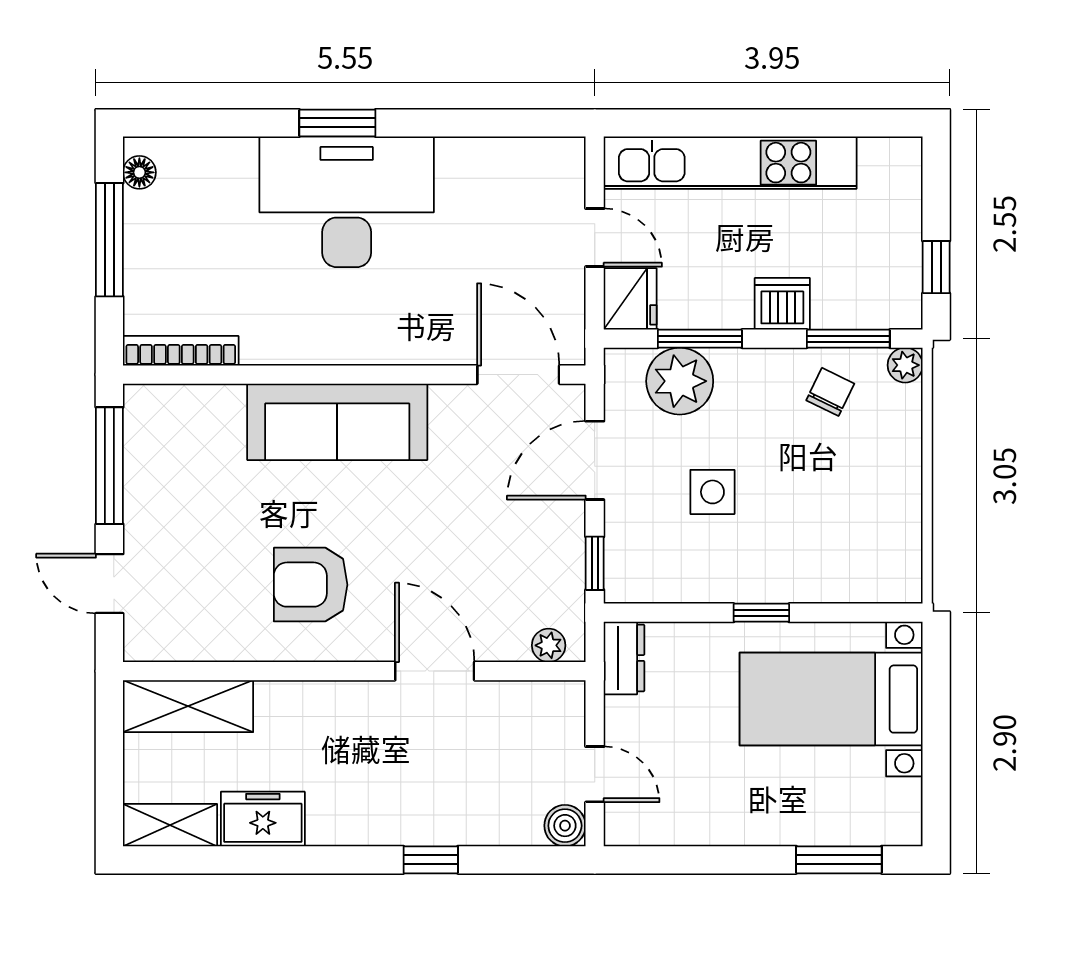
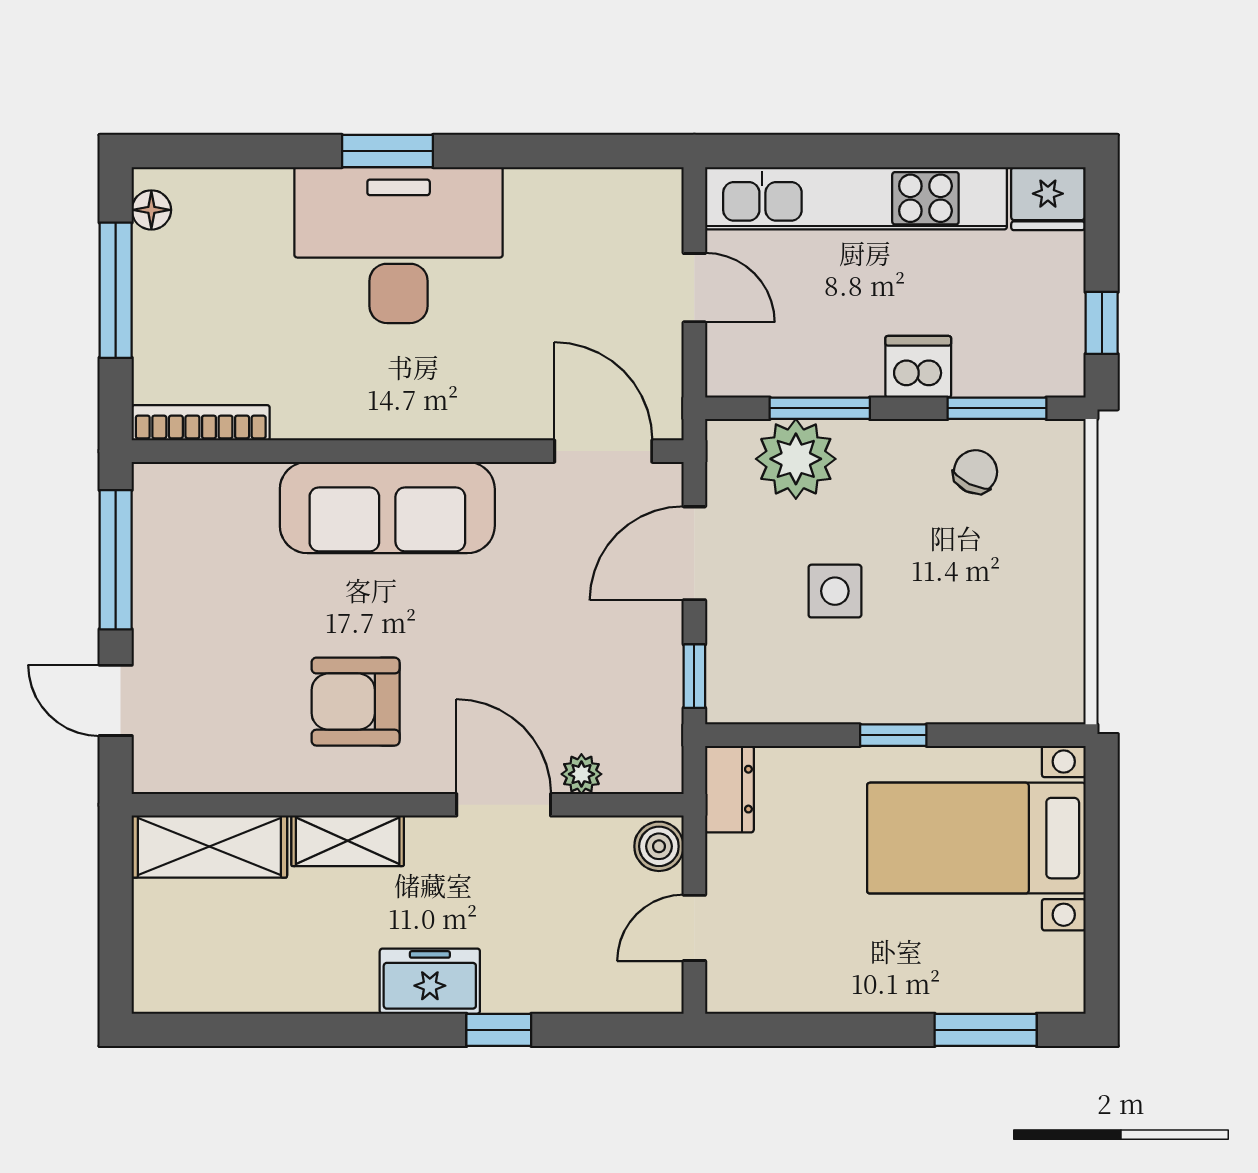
fridge: (630, 299) -> (1048, 199), moved, turned 90
plant: (905, 365) -> (1065, 440), removed
plant: (549, 645) -> (581, 774), moved
door: (595, 774) -> (694, 928), swing flipped
freezer: (263, 819) -> (430, 981), moved
shelving: (170, 825) -> (348, 841), moved
boiler: (565, 826) -> (659, 846), moved

